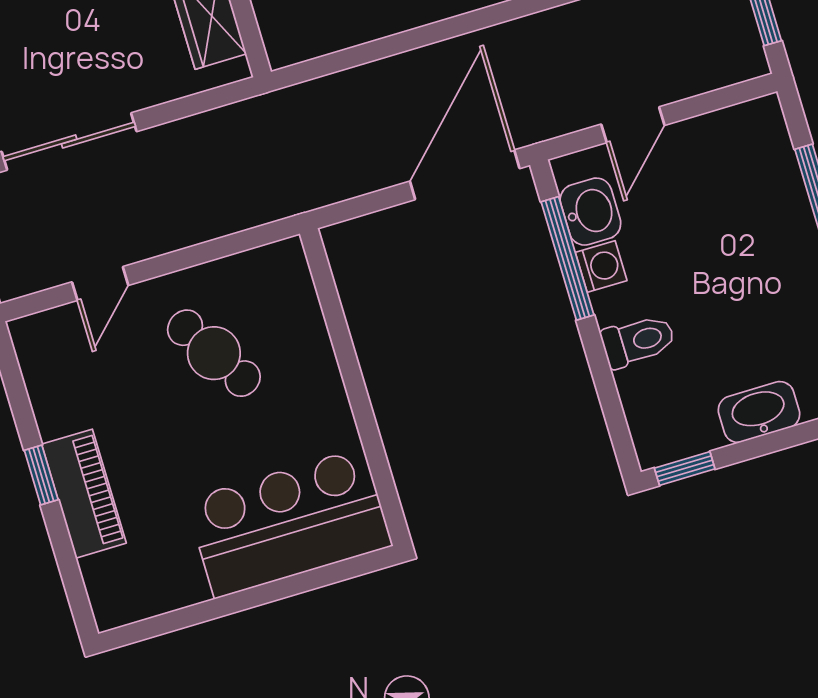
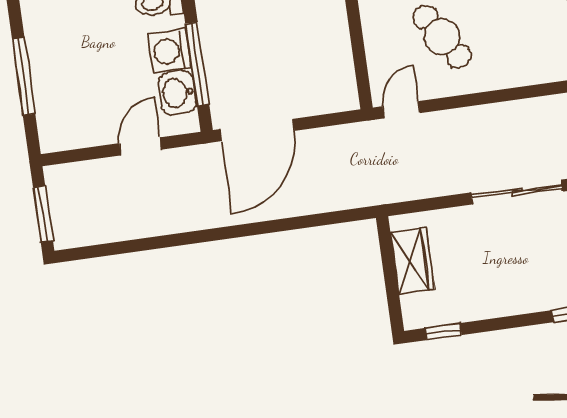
washing machine: (601, 266) -> (170, 51), width x1.38, depth x1.38
door: (100, 284) -> (401, 110), moved

